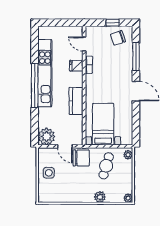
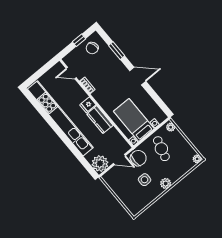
window: (136, 57) -> (117, 51), width x0.69
fridge: (76, 66) -> (88, 105), moved
kitchen unit: (45, 73) -> (60, 118), width x1.36
window: (35, 85) -> (60, 133), removed
side table: (49, 173) -> (145, 180), moved
plant: (100, 197) -> (166, 184), moved

